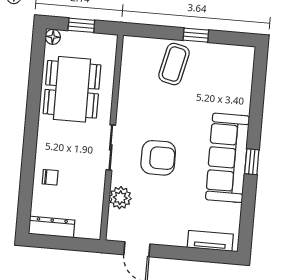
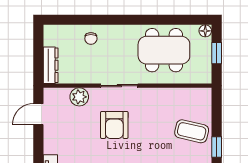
dresser: (52, 227) -> (51, 65), moved

